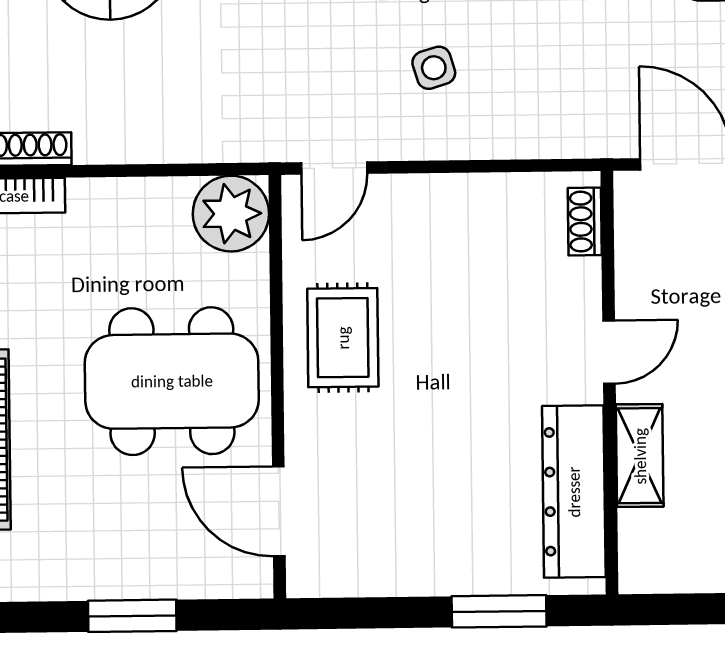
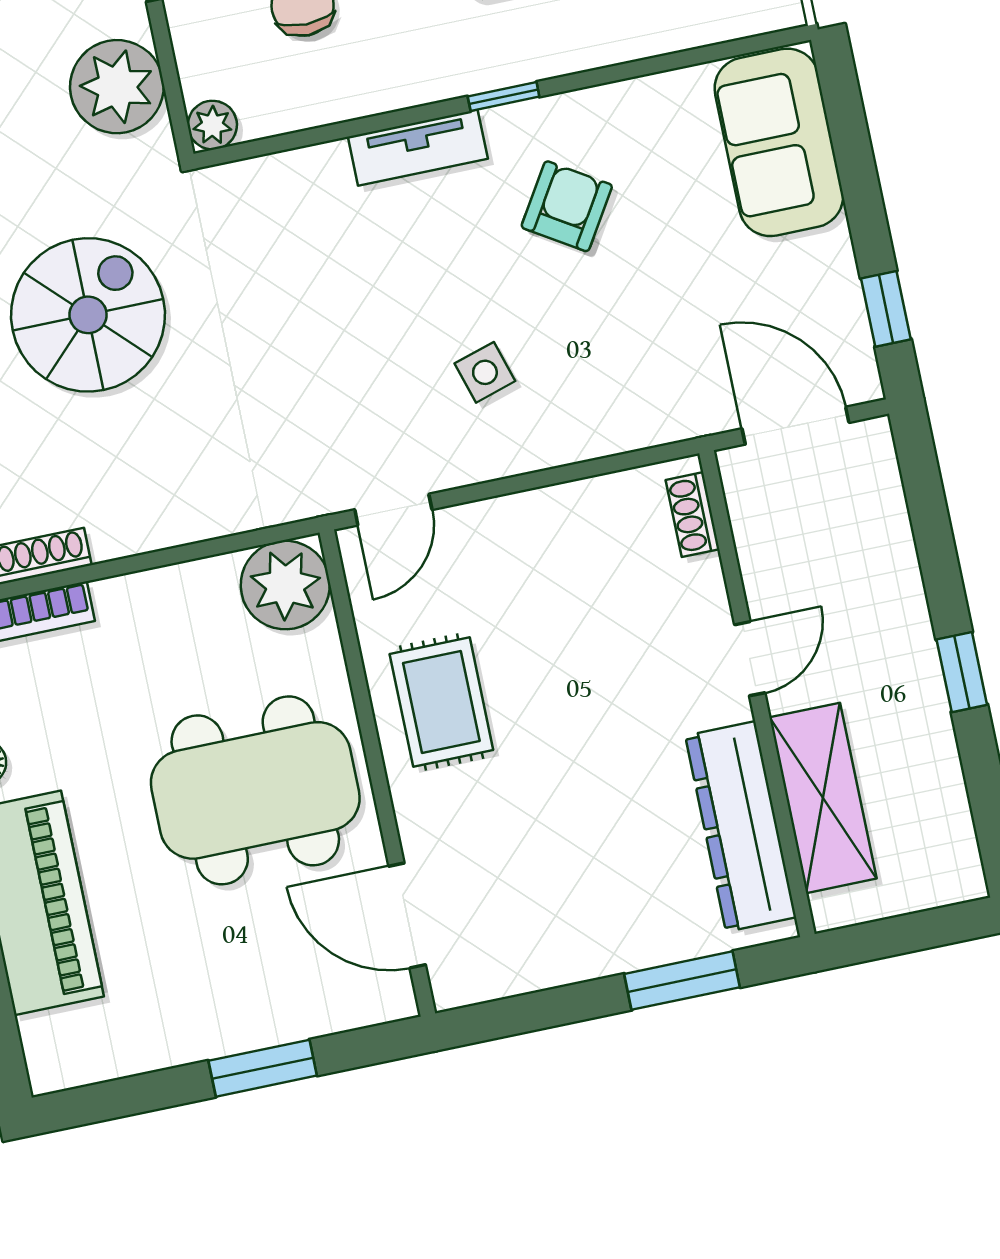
shelving: (640, 456) -> (823, 798), width x1.50, depth x1.33

